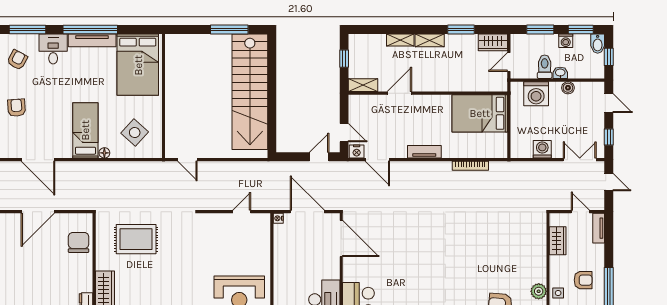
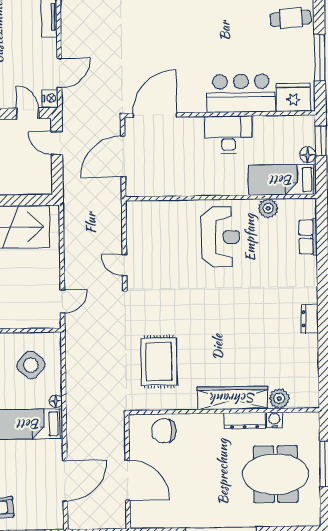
door: (344, 133) -> (27, 113), hinge flipped
door: (242, 212) -> (125, 265), moved
nightstand: (278, 218) -> (131, 191), removed

